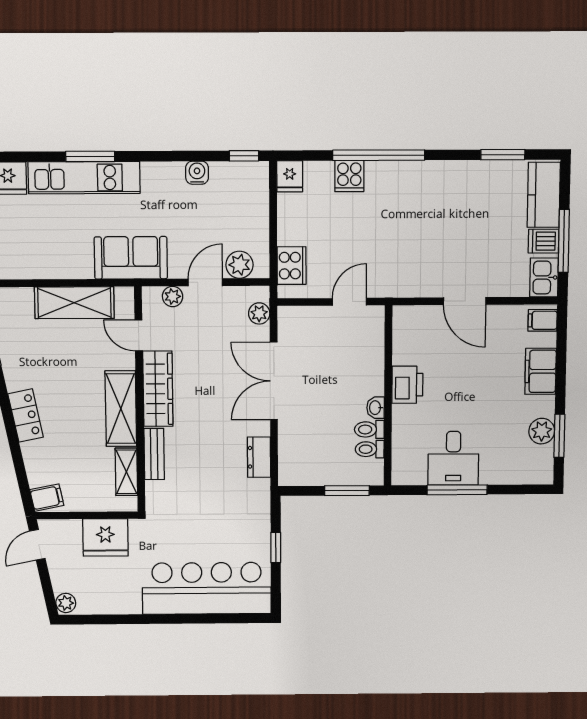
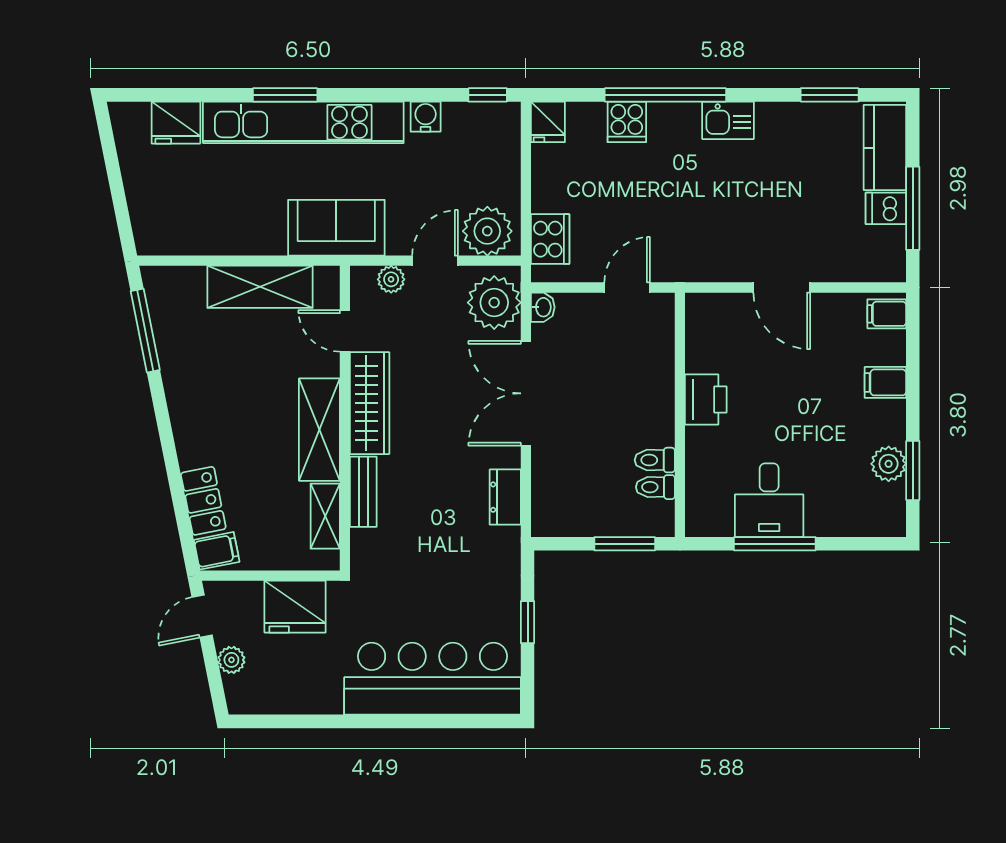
kitchen unit: (84, 178) -> (303, 122), width x1.36
plant: (239, 265) -> (487, 231), width x1.36, depth x1.36
kitchen sink: (544, 277) -> (728, 120), moved, turned -90
plant: (259, 313) -> (494, 303), width x1.88, depth x1.88
filing cabinet: (541, 371) -> (885, 382), width x0.50
washbasin: (376, 408) -> (543, 307), moved, turned 180
locker: (26, 416) -> (203, 501), moved
plant: (66, 603) -> (231, 660), moved

